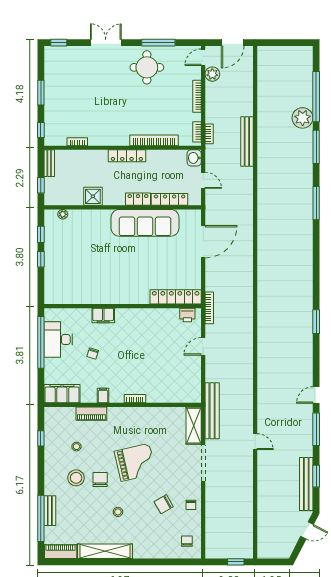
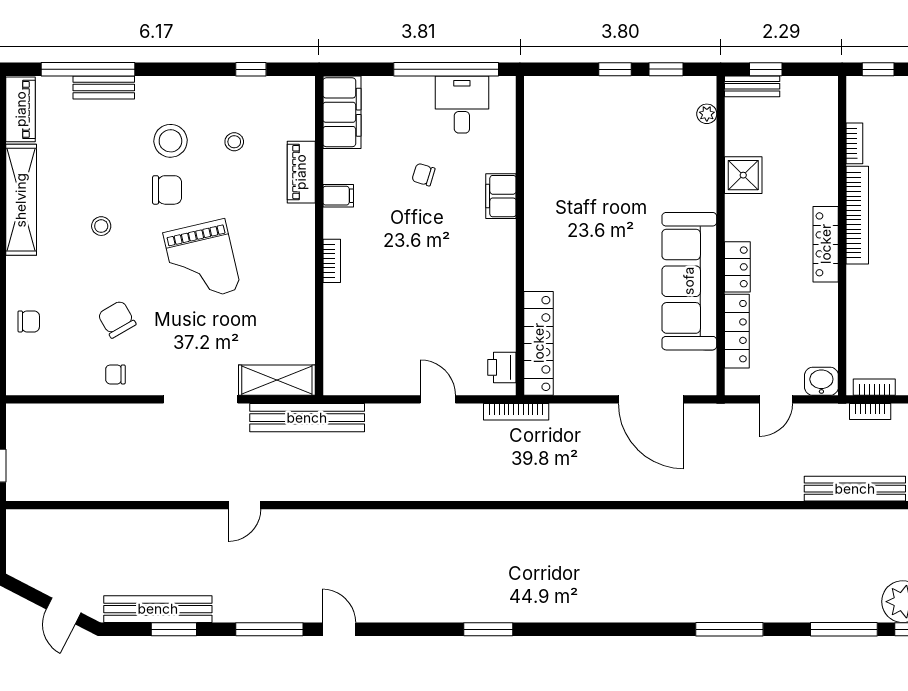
bookcase: (154, 140) -> (857, 215), moved
bench: (49, 163) -> (752, 86), moved
desk: (58, 339) -> (462, 104), width x0.73
chair: (187, 541) -> (29, 321), moved

